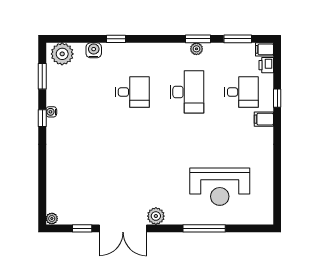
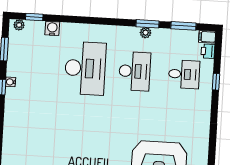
window: (116, 39) -> (34, 17), moved
plant: (62, 54) -> (19, 25), width x0.53, depth x0.53
desk: (132, 92) -> (85, 68), width x1.87, depth x1.30
filing cabinet: (264, 119) -> (203, 100), removed

